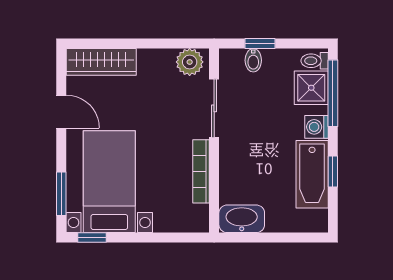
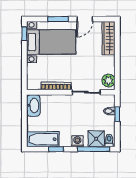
bathtub: (312, 174) -> (43, 139), moved
window: (61, 194) -> (58, 19), moved

